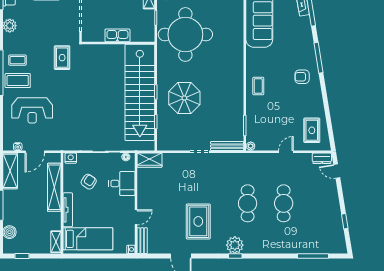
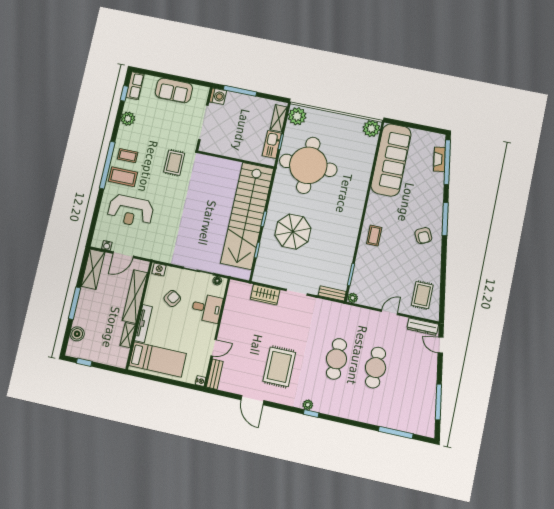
kitchen sink: (117, 35) -> (272, 145), moved, turned -90
armchair: (302, 77) -> (423, 236), turned -116
bench: (227, 146) -> (332, 293), width x0.73
dresser: (322, 158) -> (423, 327), width x1.44
wardrobe: (150, 160) -> (265, 295), moved
window: (345, 221) -> (438, 402), width x2.17
shelving: (56, 242) -> (128, 335), moved
plant: (235, 245) -> (308, 405), width x0.53, depth x0.53

